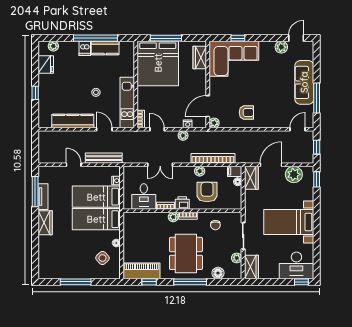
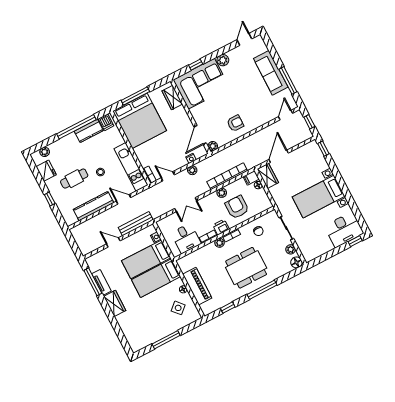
plant: (281, 47) -> (223, 60), moved
dishwasher: (85, 48) -> (106, 122), moved
cafe table: (68, 86) -> (74, 179), added
plant: (294, 174) -> (302, 155), removed
dining table: (186, 253) -> (246, 268), turned 90
wardrobe: (251, 267) -> (307, 251), removed
piano: (141, 271) -> (197, 286), moved, turned 90
floor lamp: (218, 273) -> (296, 262), moved

